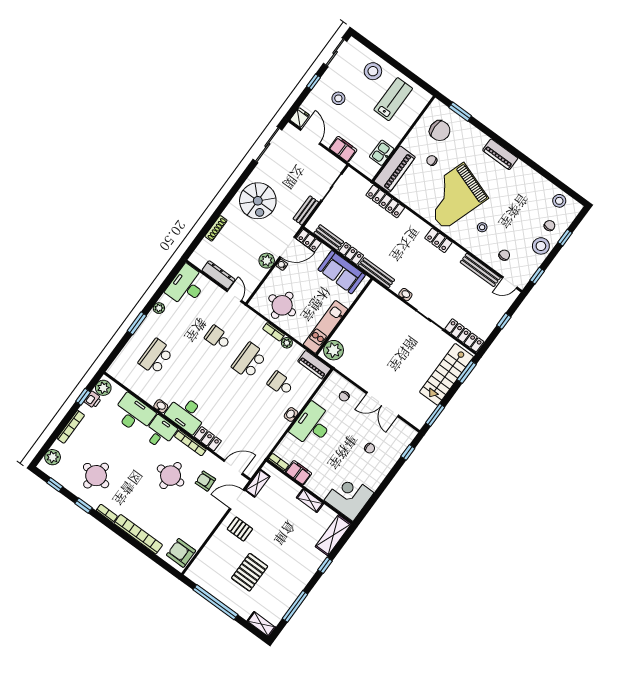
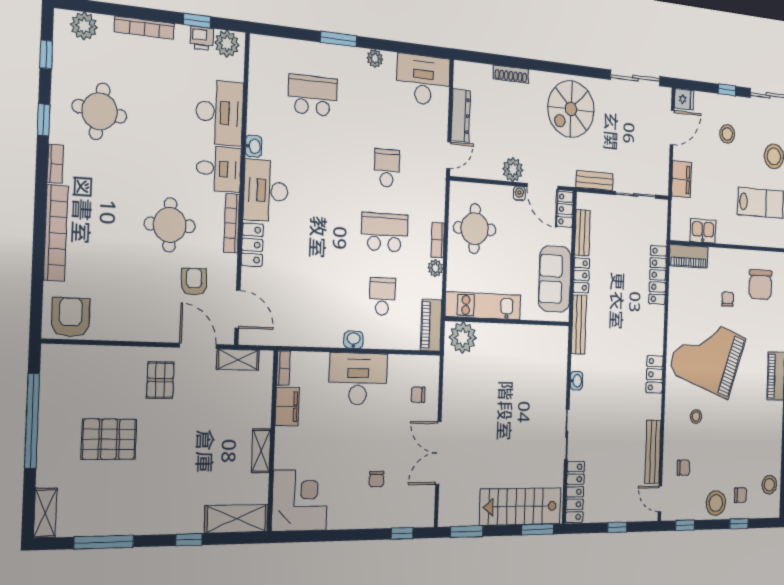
piano: (395, 169) -> (689, 256), width x0.73, depth x0.75

